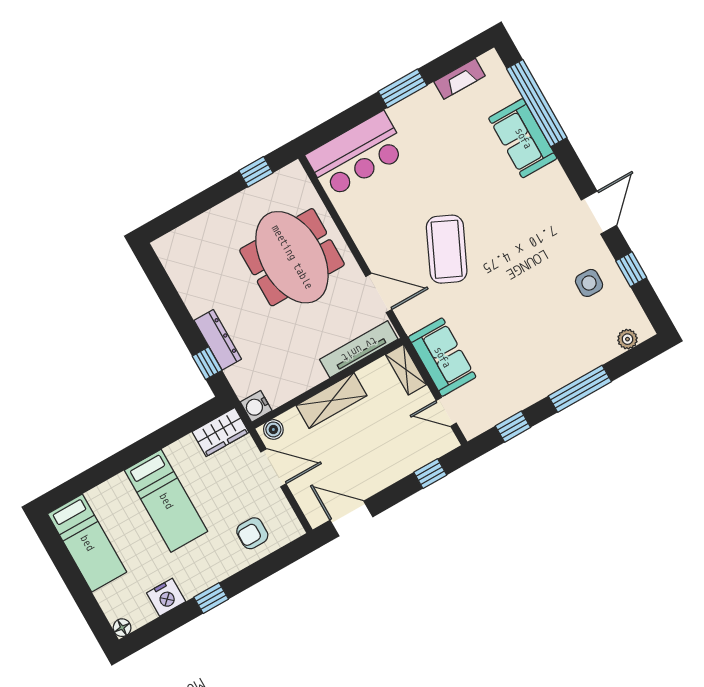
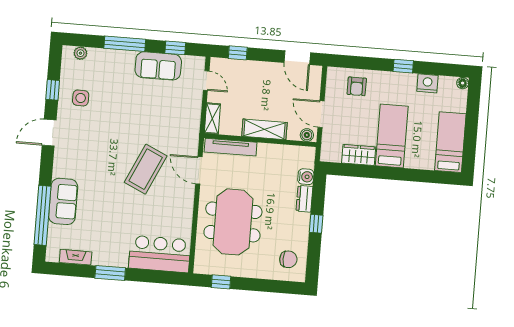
chair: (191, 258) -> (288, 259), added
dresser: (218, 340) -> (304, 199), width x0.70
sofa: (442, 357) -> (158, 66), moved, turned -90
window: (207, 363) -> (316, 224), moved
water cooler: (256, 406) -> (306, 177), moved
wardrobe: (221, 432) -> (359, 155), moved
armchair: (252, 533) -> (357, 86), turned 90

